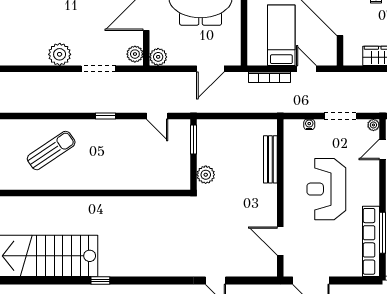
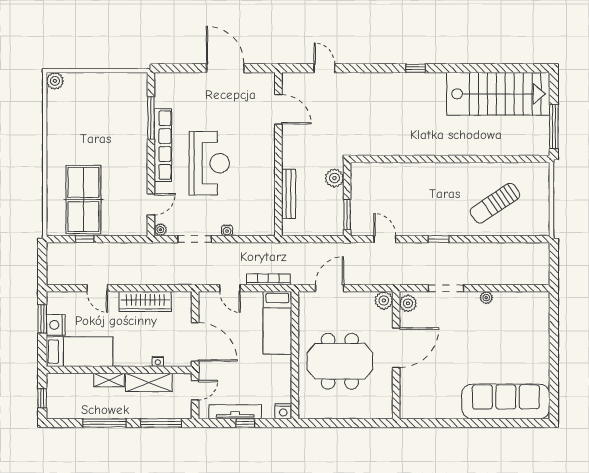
bed: (281, 35) -> (277, 323), moved
plant: (60, 54) -> (486, 298), width x0.53, depth x0.53
bench: (270, 159) -> (289, 194), moved
wall: (280, 198) -> (278, 154), moved
door: (280, 241) -> (278, 109), moved
row of seats: (371, 241) -> (163, 145), moved
window: (100, 280) -> (415, 68), moved

